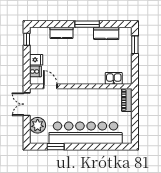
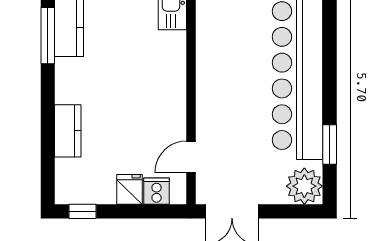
window: (87, 24) -> (48, 36), moved
plant: (38, 125) -> (304, 186), moved

